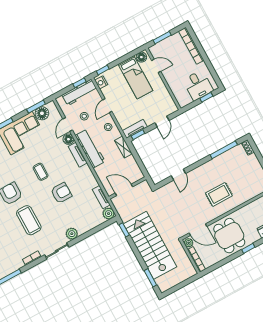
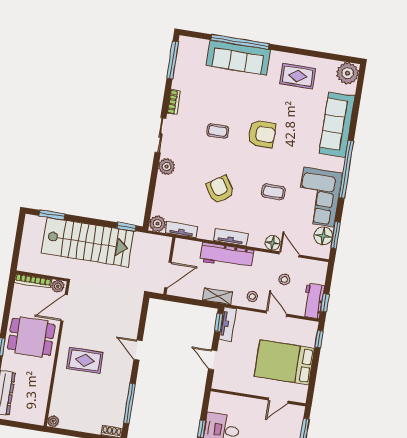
floor lamp: (141, 57) -> (300, 392), removed
bed: (135, 77) -> (284, 362), width x1.50
nightstand: (101, 82) -> (307, 327), removed
workbench: (80, 92) -> (313, 301), width x0.73
workbench: (90, 149) -> (227, 256), moved
tv unit: (78, 155) -> (231, 237), moved
coffee table: (41, 172) -> (273, 192), moved
door: (178, 175) -> (138, 350), moved
door: (124, 190) -> (168, 275), moved
armchair: (61, 193) -> (220, 190), turned 146
rug: (219, 194) -> (85, 360), turned 90
coffee table: (29, 220) -> (218, 131), width x0.54, depth x0.58

